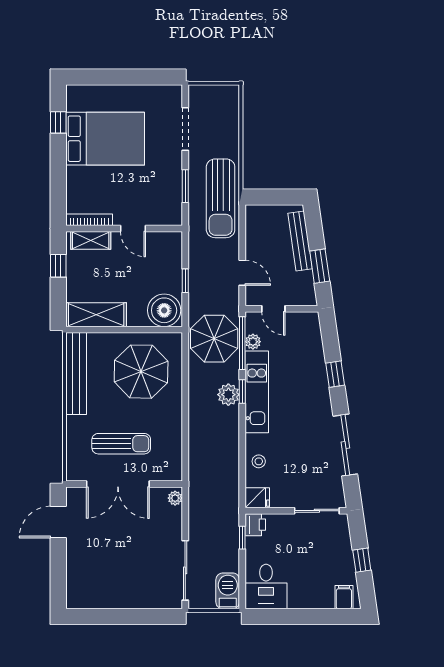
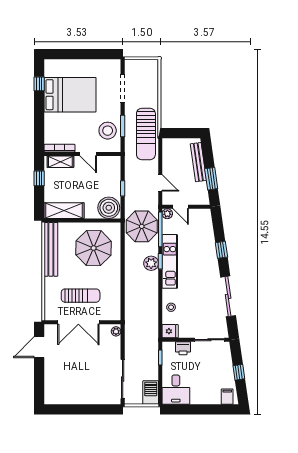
stool: (162, 193) -> (108, 131), added
plant: (253, 342) -> (167, 214), moved
printer: (255, 525) -> (183, 348), moved, turned 90

